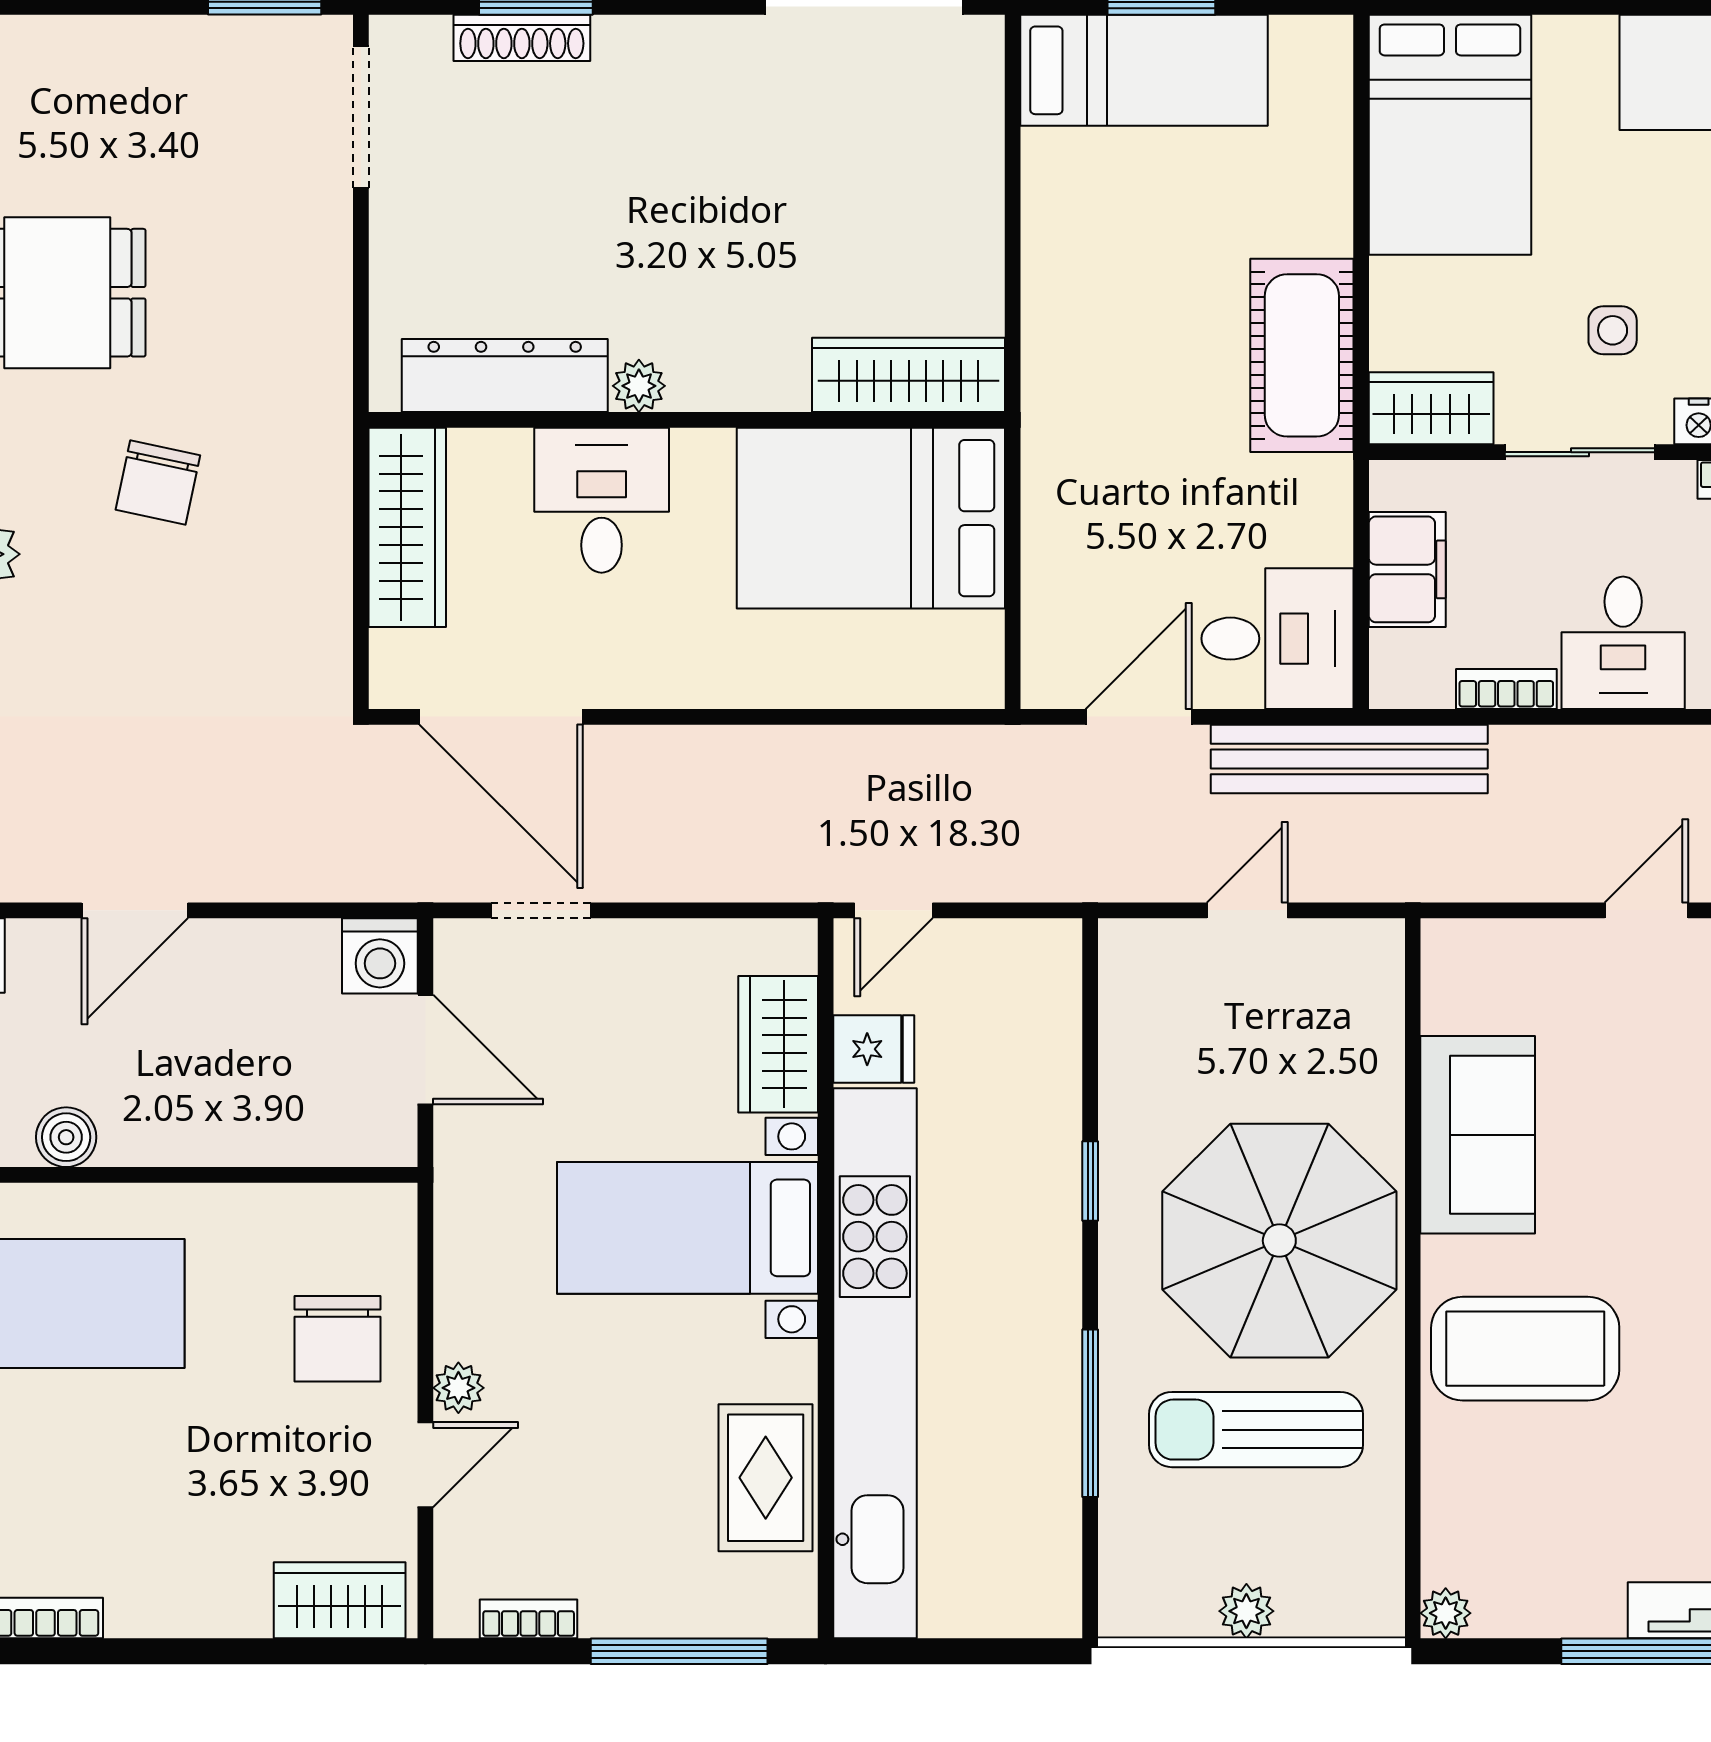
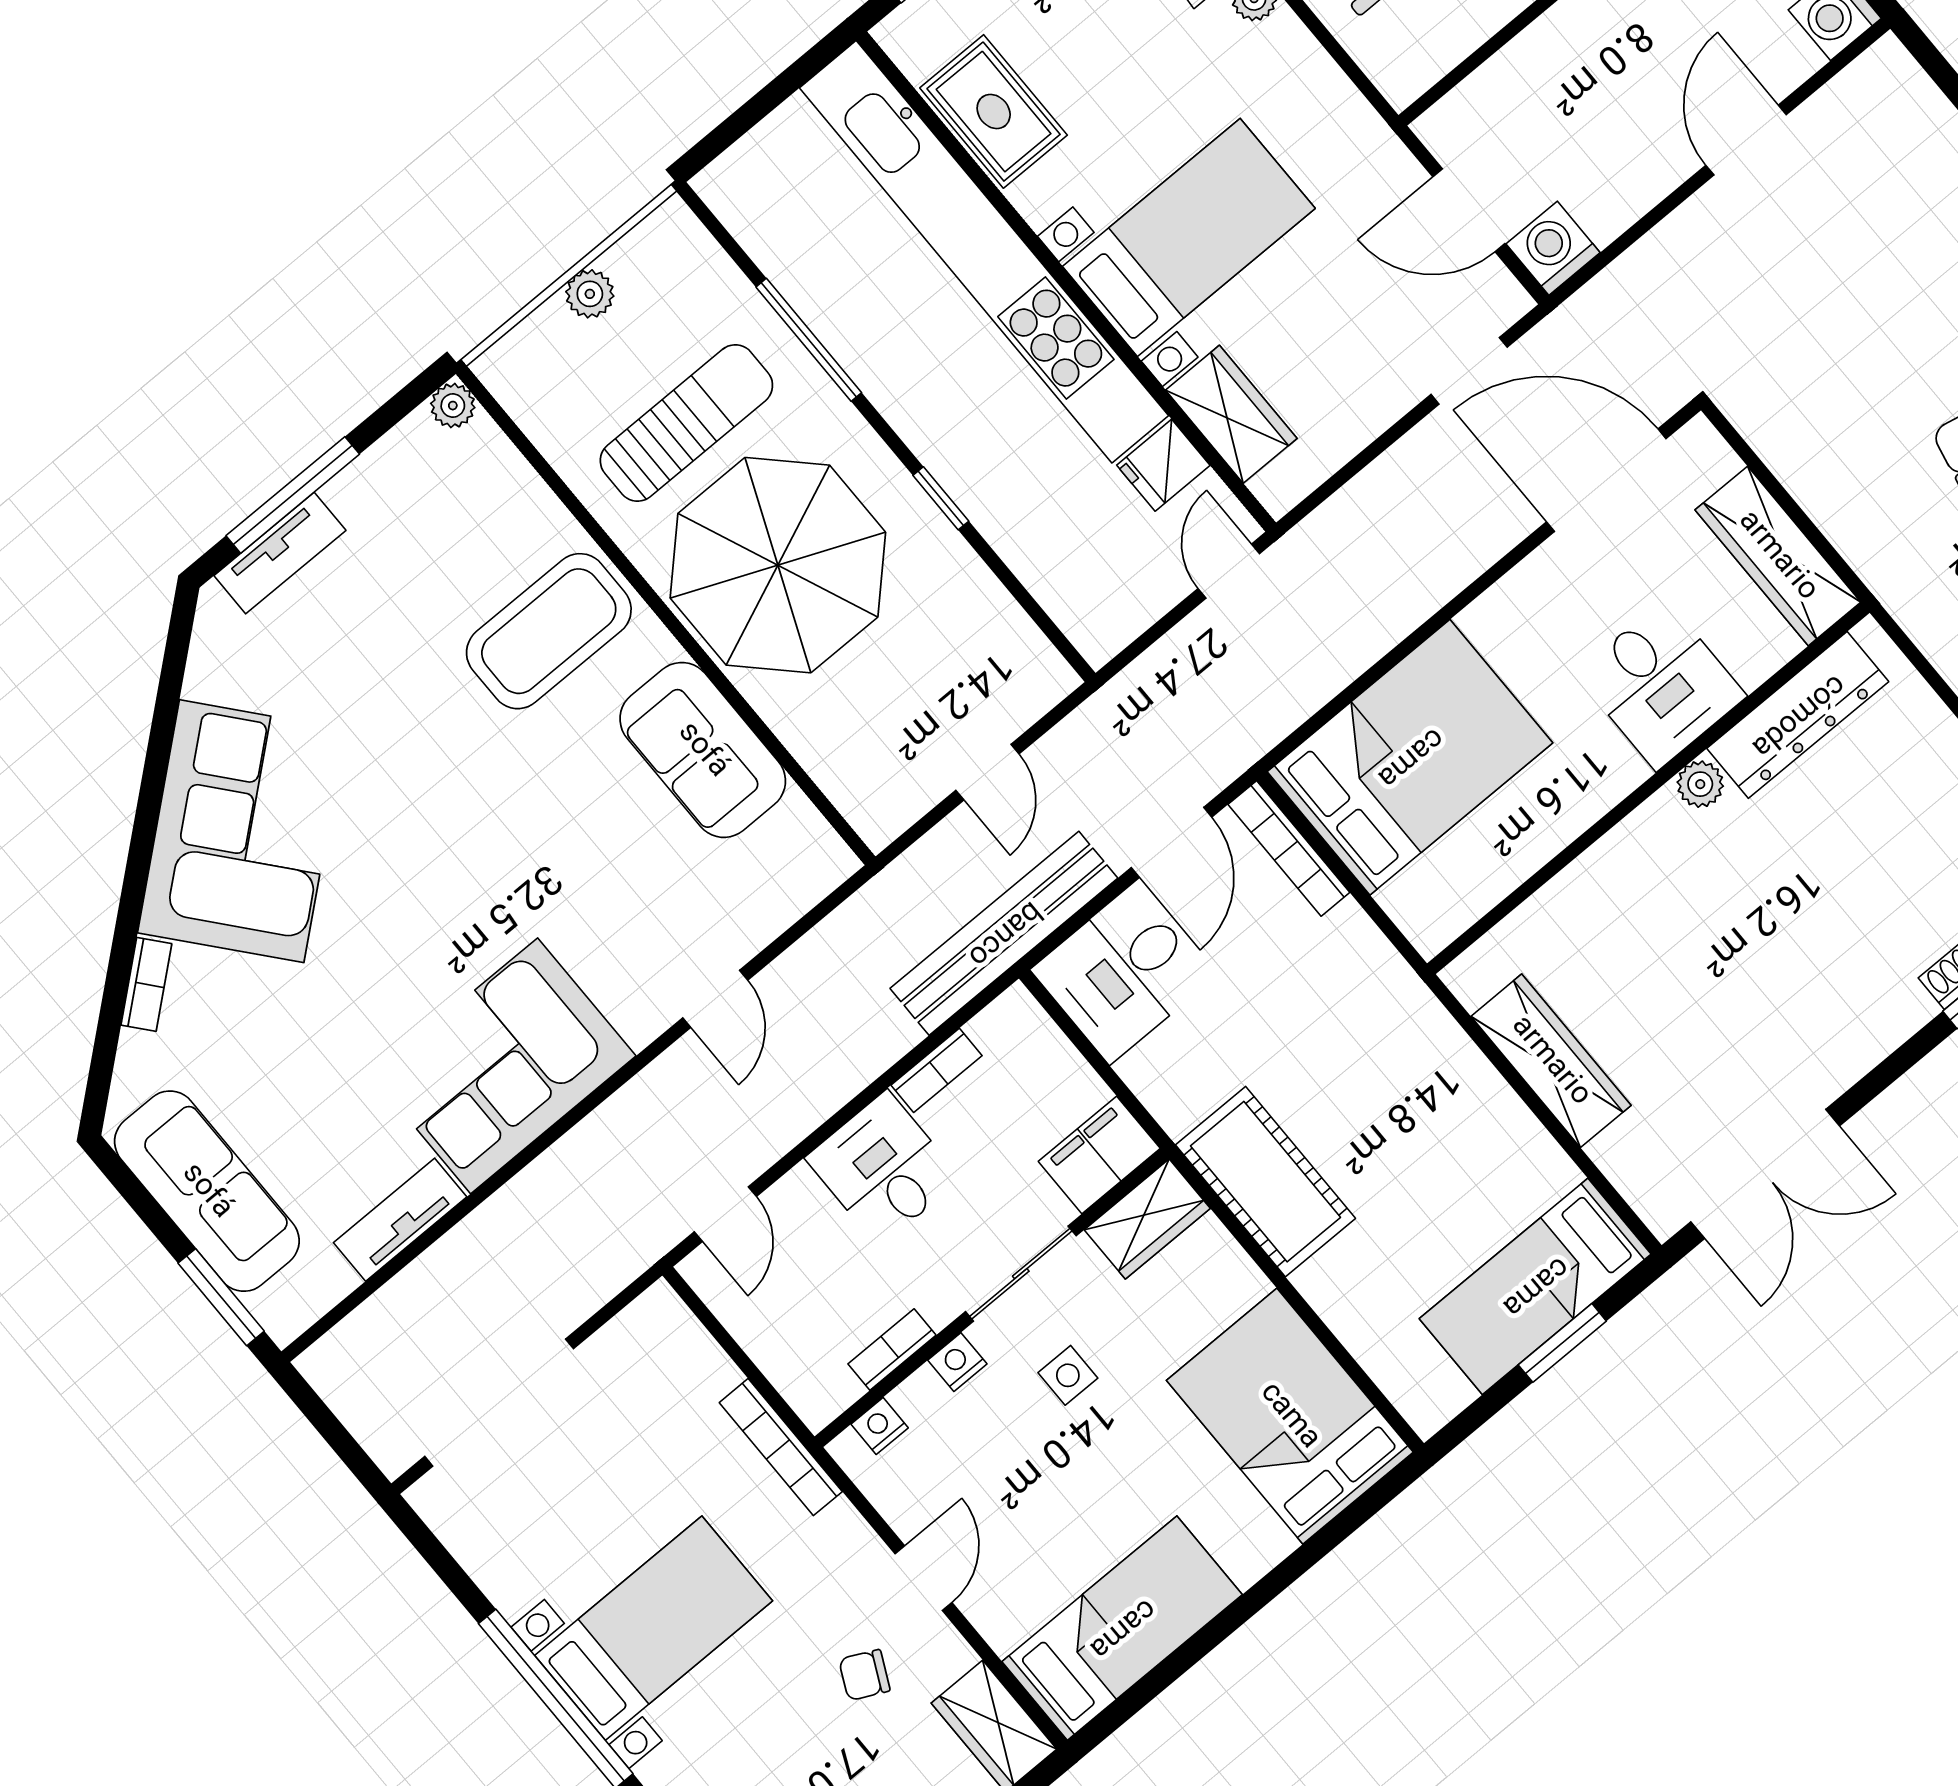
wardrobe: (909, 375) -> (1551, 1061), moved, turned -90
bed: (871, 518) -> (1410, 757), moved
filing cabinet: (1407, 569) -> (1099, 1155), moved, turned 90
bookcase: (1041, 627) -> (1289, 848), added

